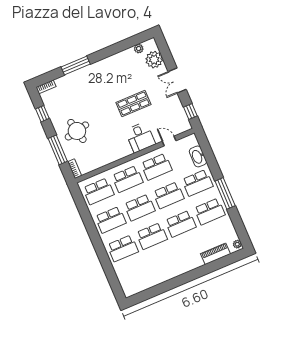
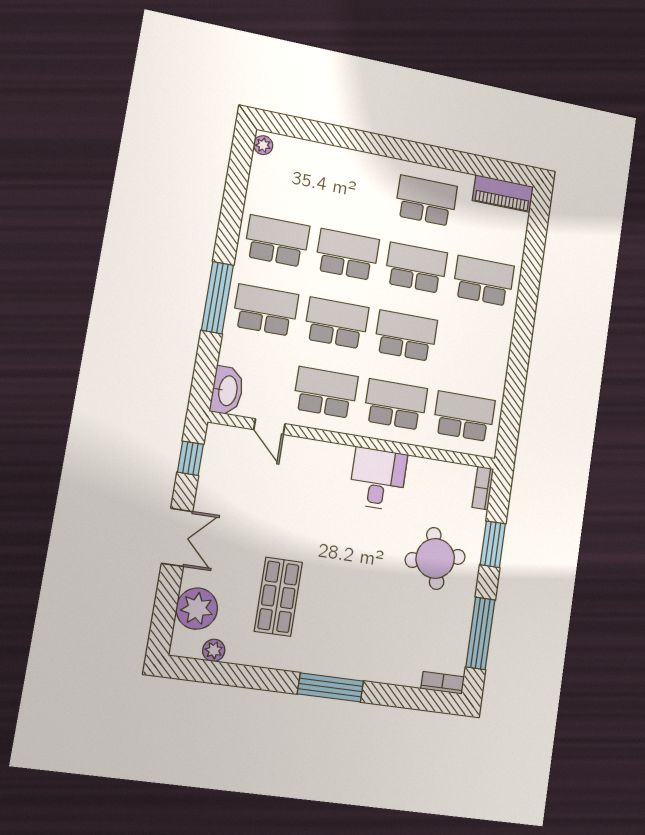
window: (76, 65) -> (330, 688), moved
shop shelf: (133, 104) -> (278, 597), moved, turned 90
window: (42, 114) -> (480, 633), width x2.17
desk: (140, 137) -> (378, 479), moved
window: (58, 150) -> (493, 544), width x0.69
washbasin: (198, 156) -> (227, 391), moved
window: (225, 193) -> (217, 298), moved
school desk: (111, 220) -> (426, 201), moved
piano: (216, 254) -> (503, 194), moved

